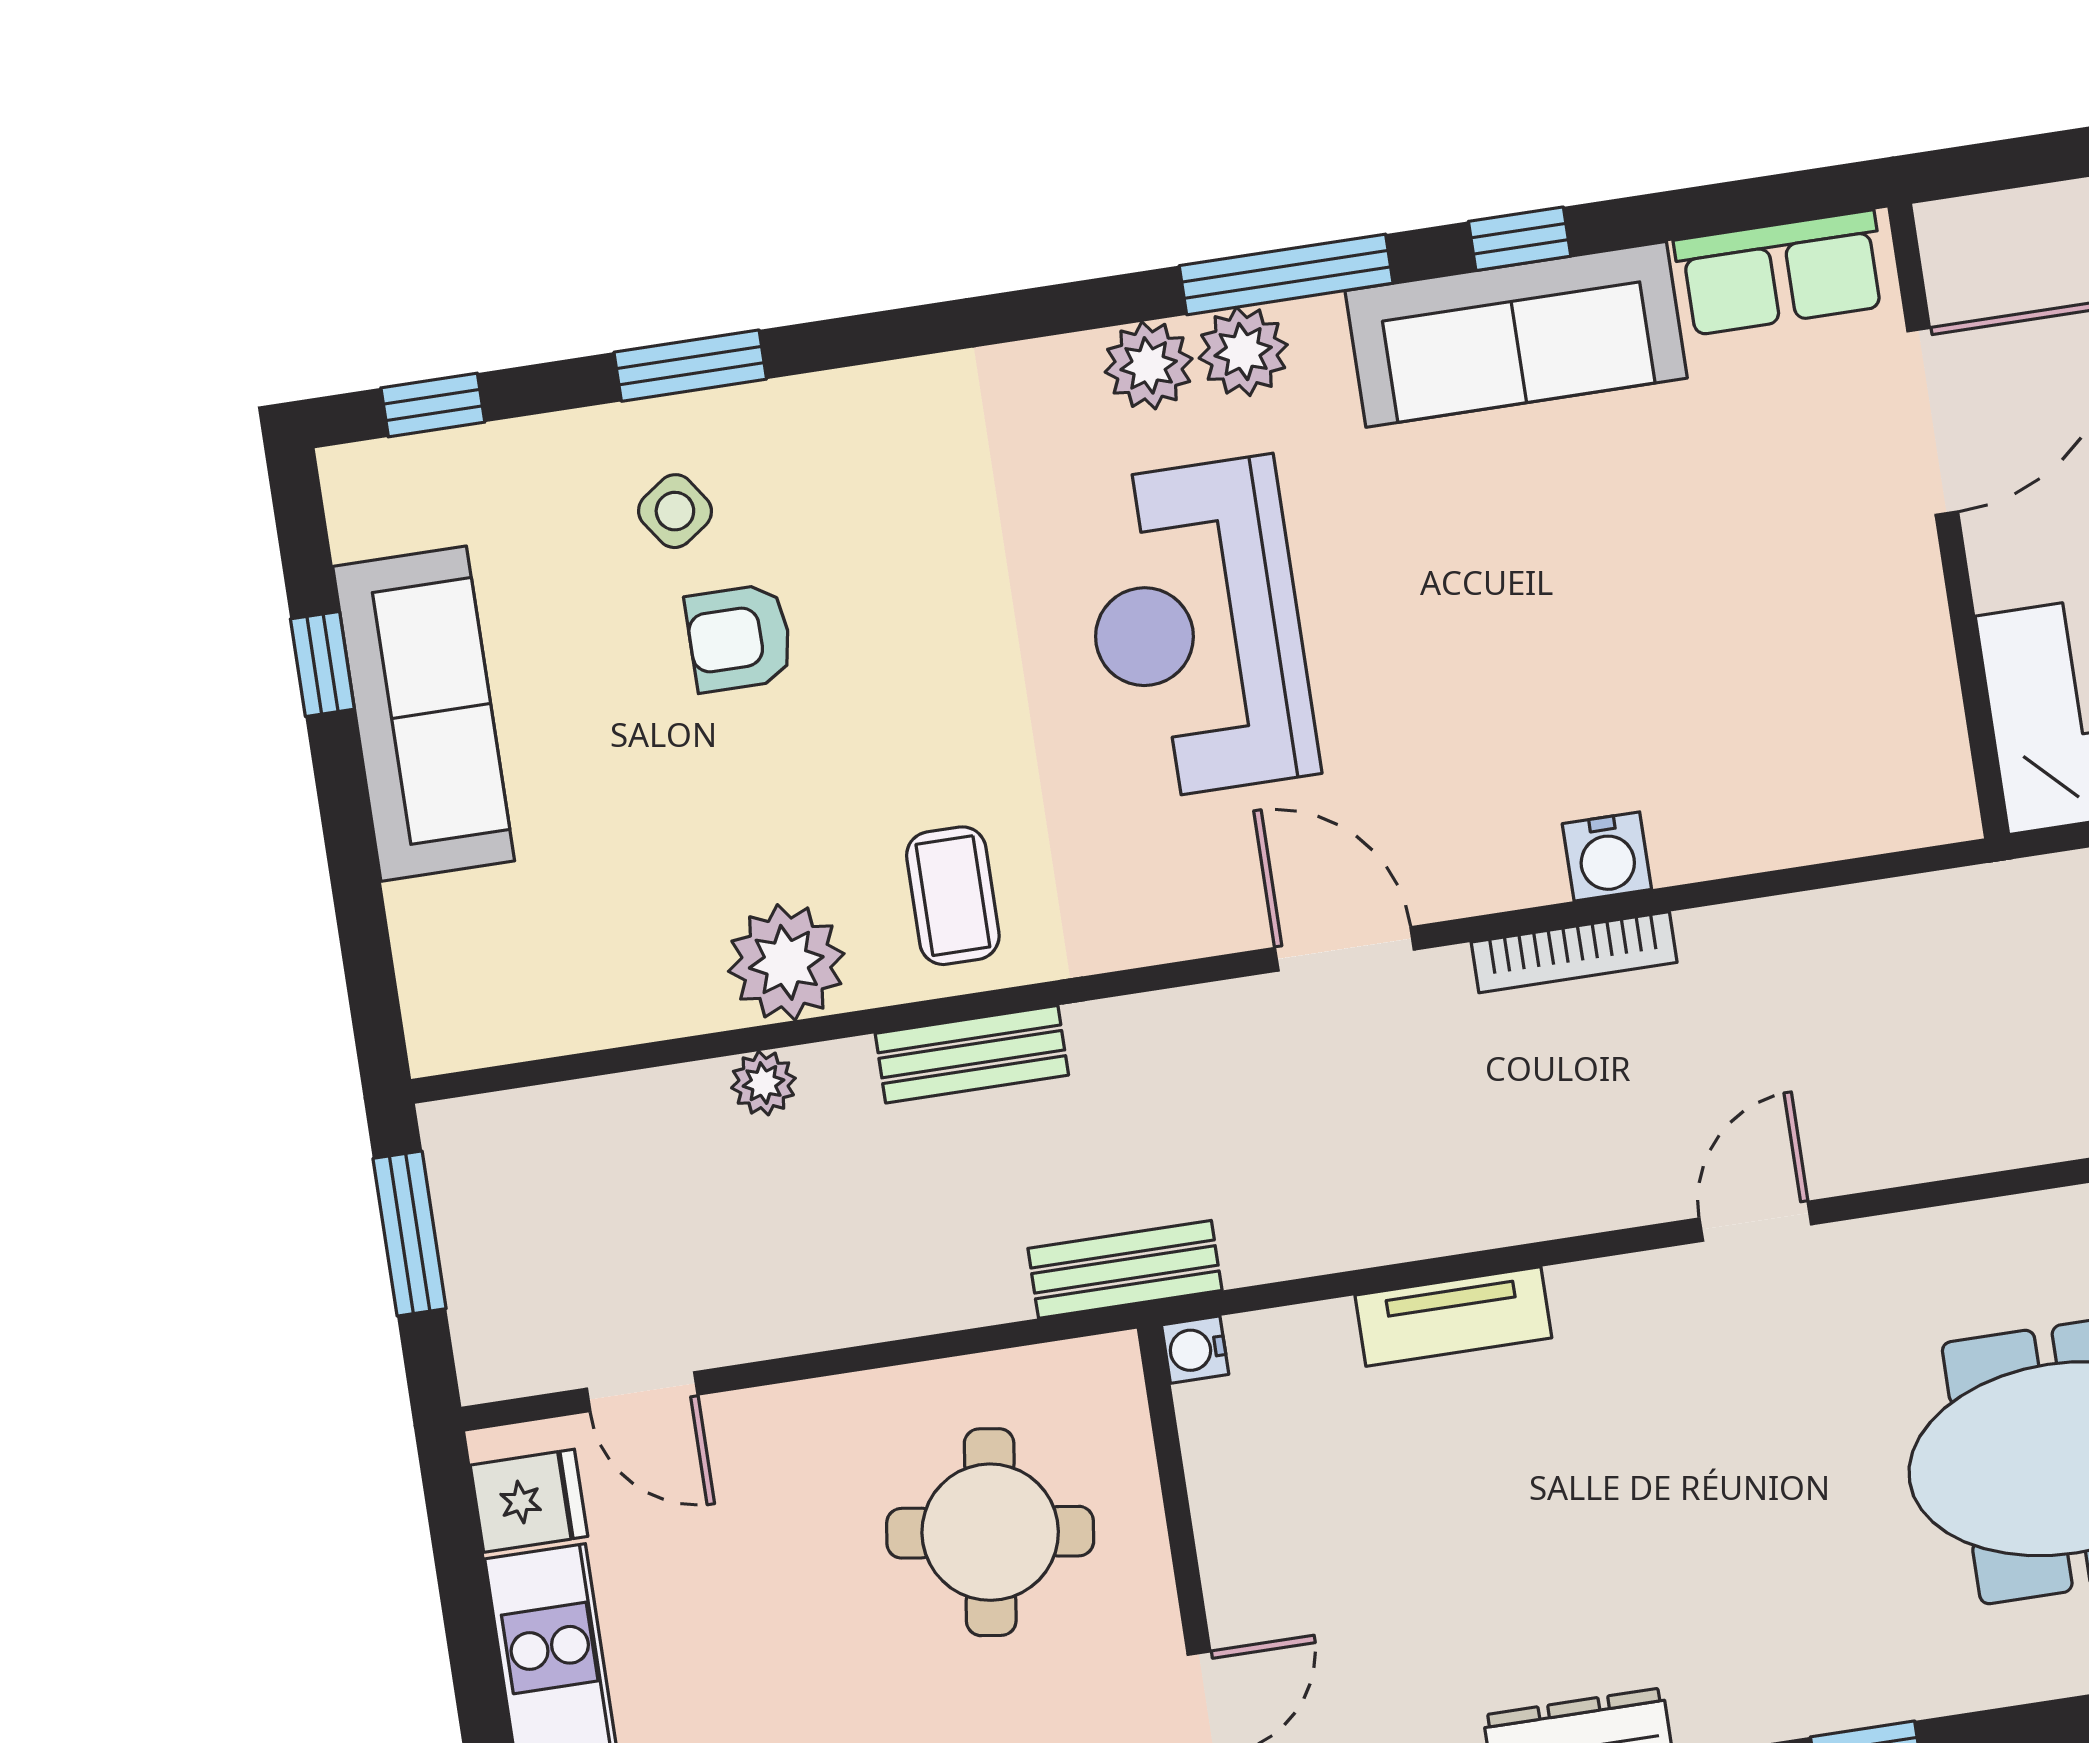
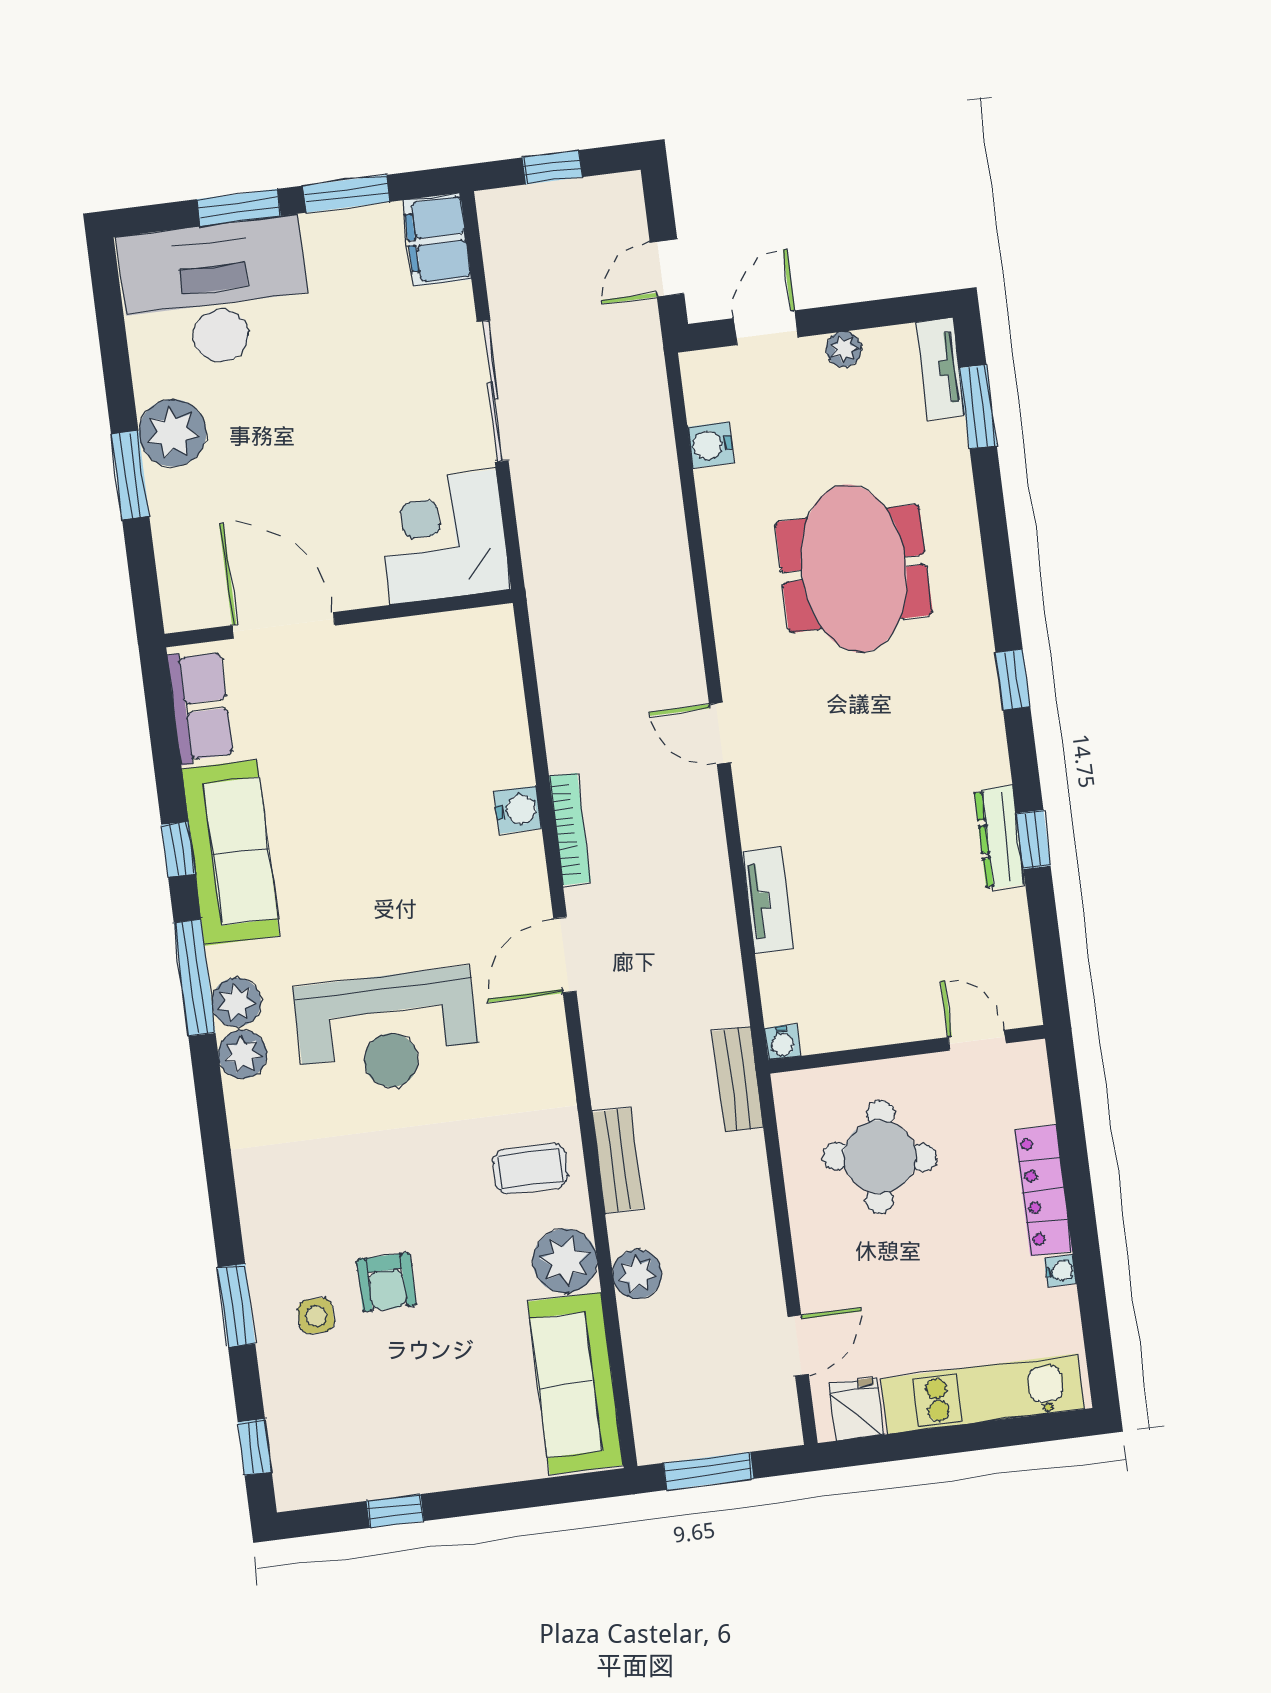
side table: (675, 511) -> (316, 1316), turned 35
sofa: (424, 714) -> (576, 1384), moved, turned -90
plant: (763, 1083) -> (637, 1274), width x1.38, depth x1.38

